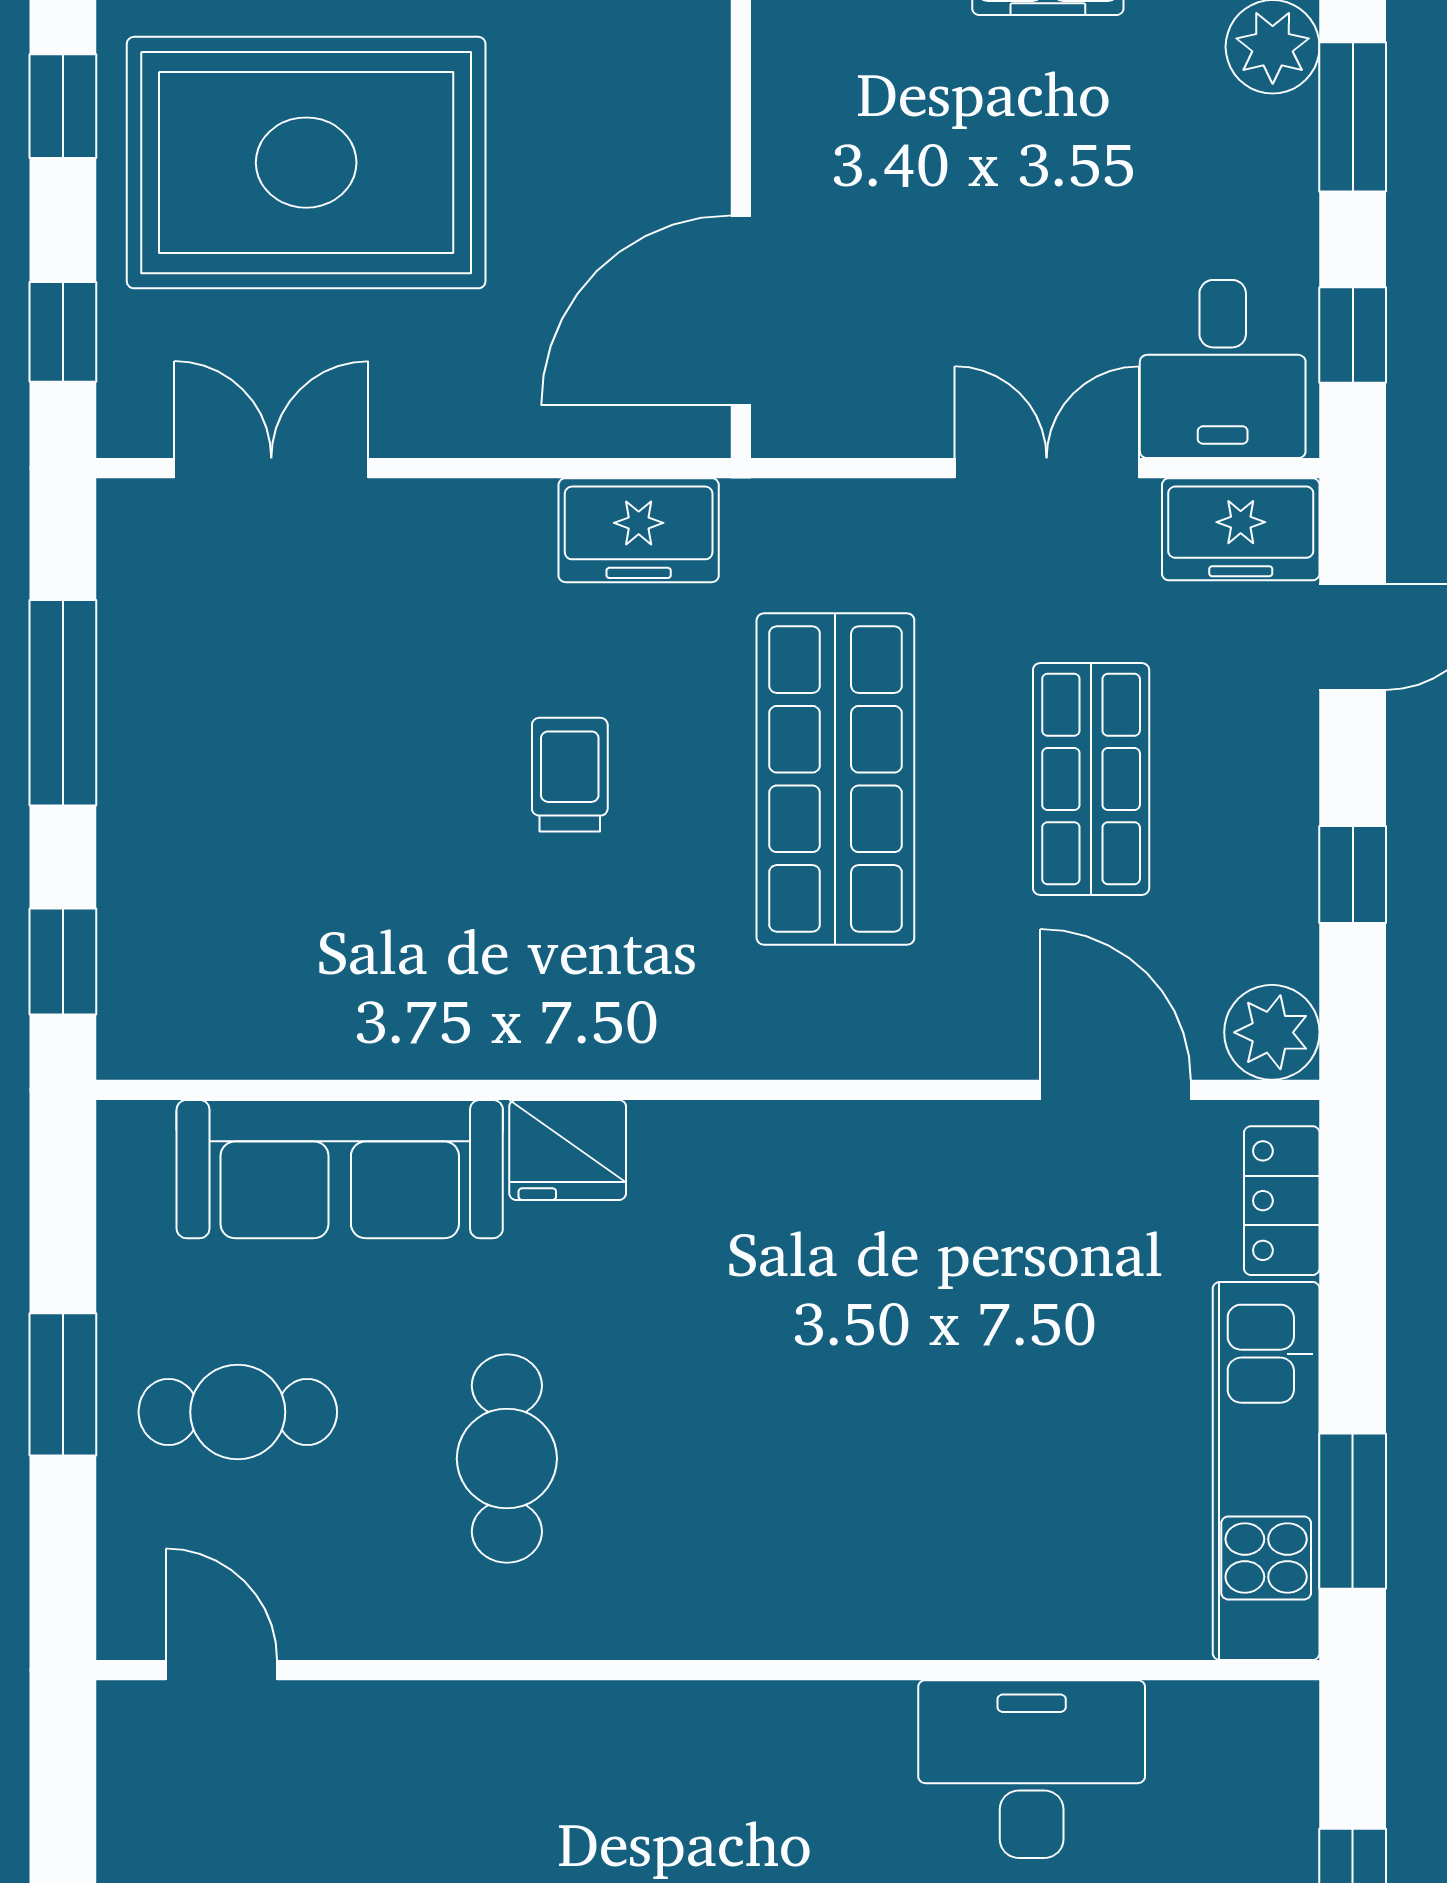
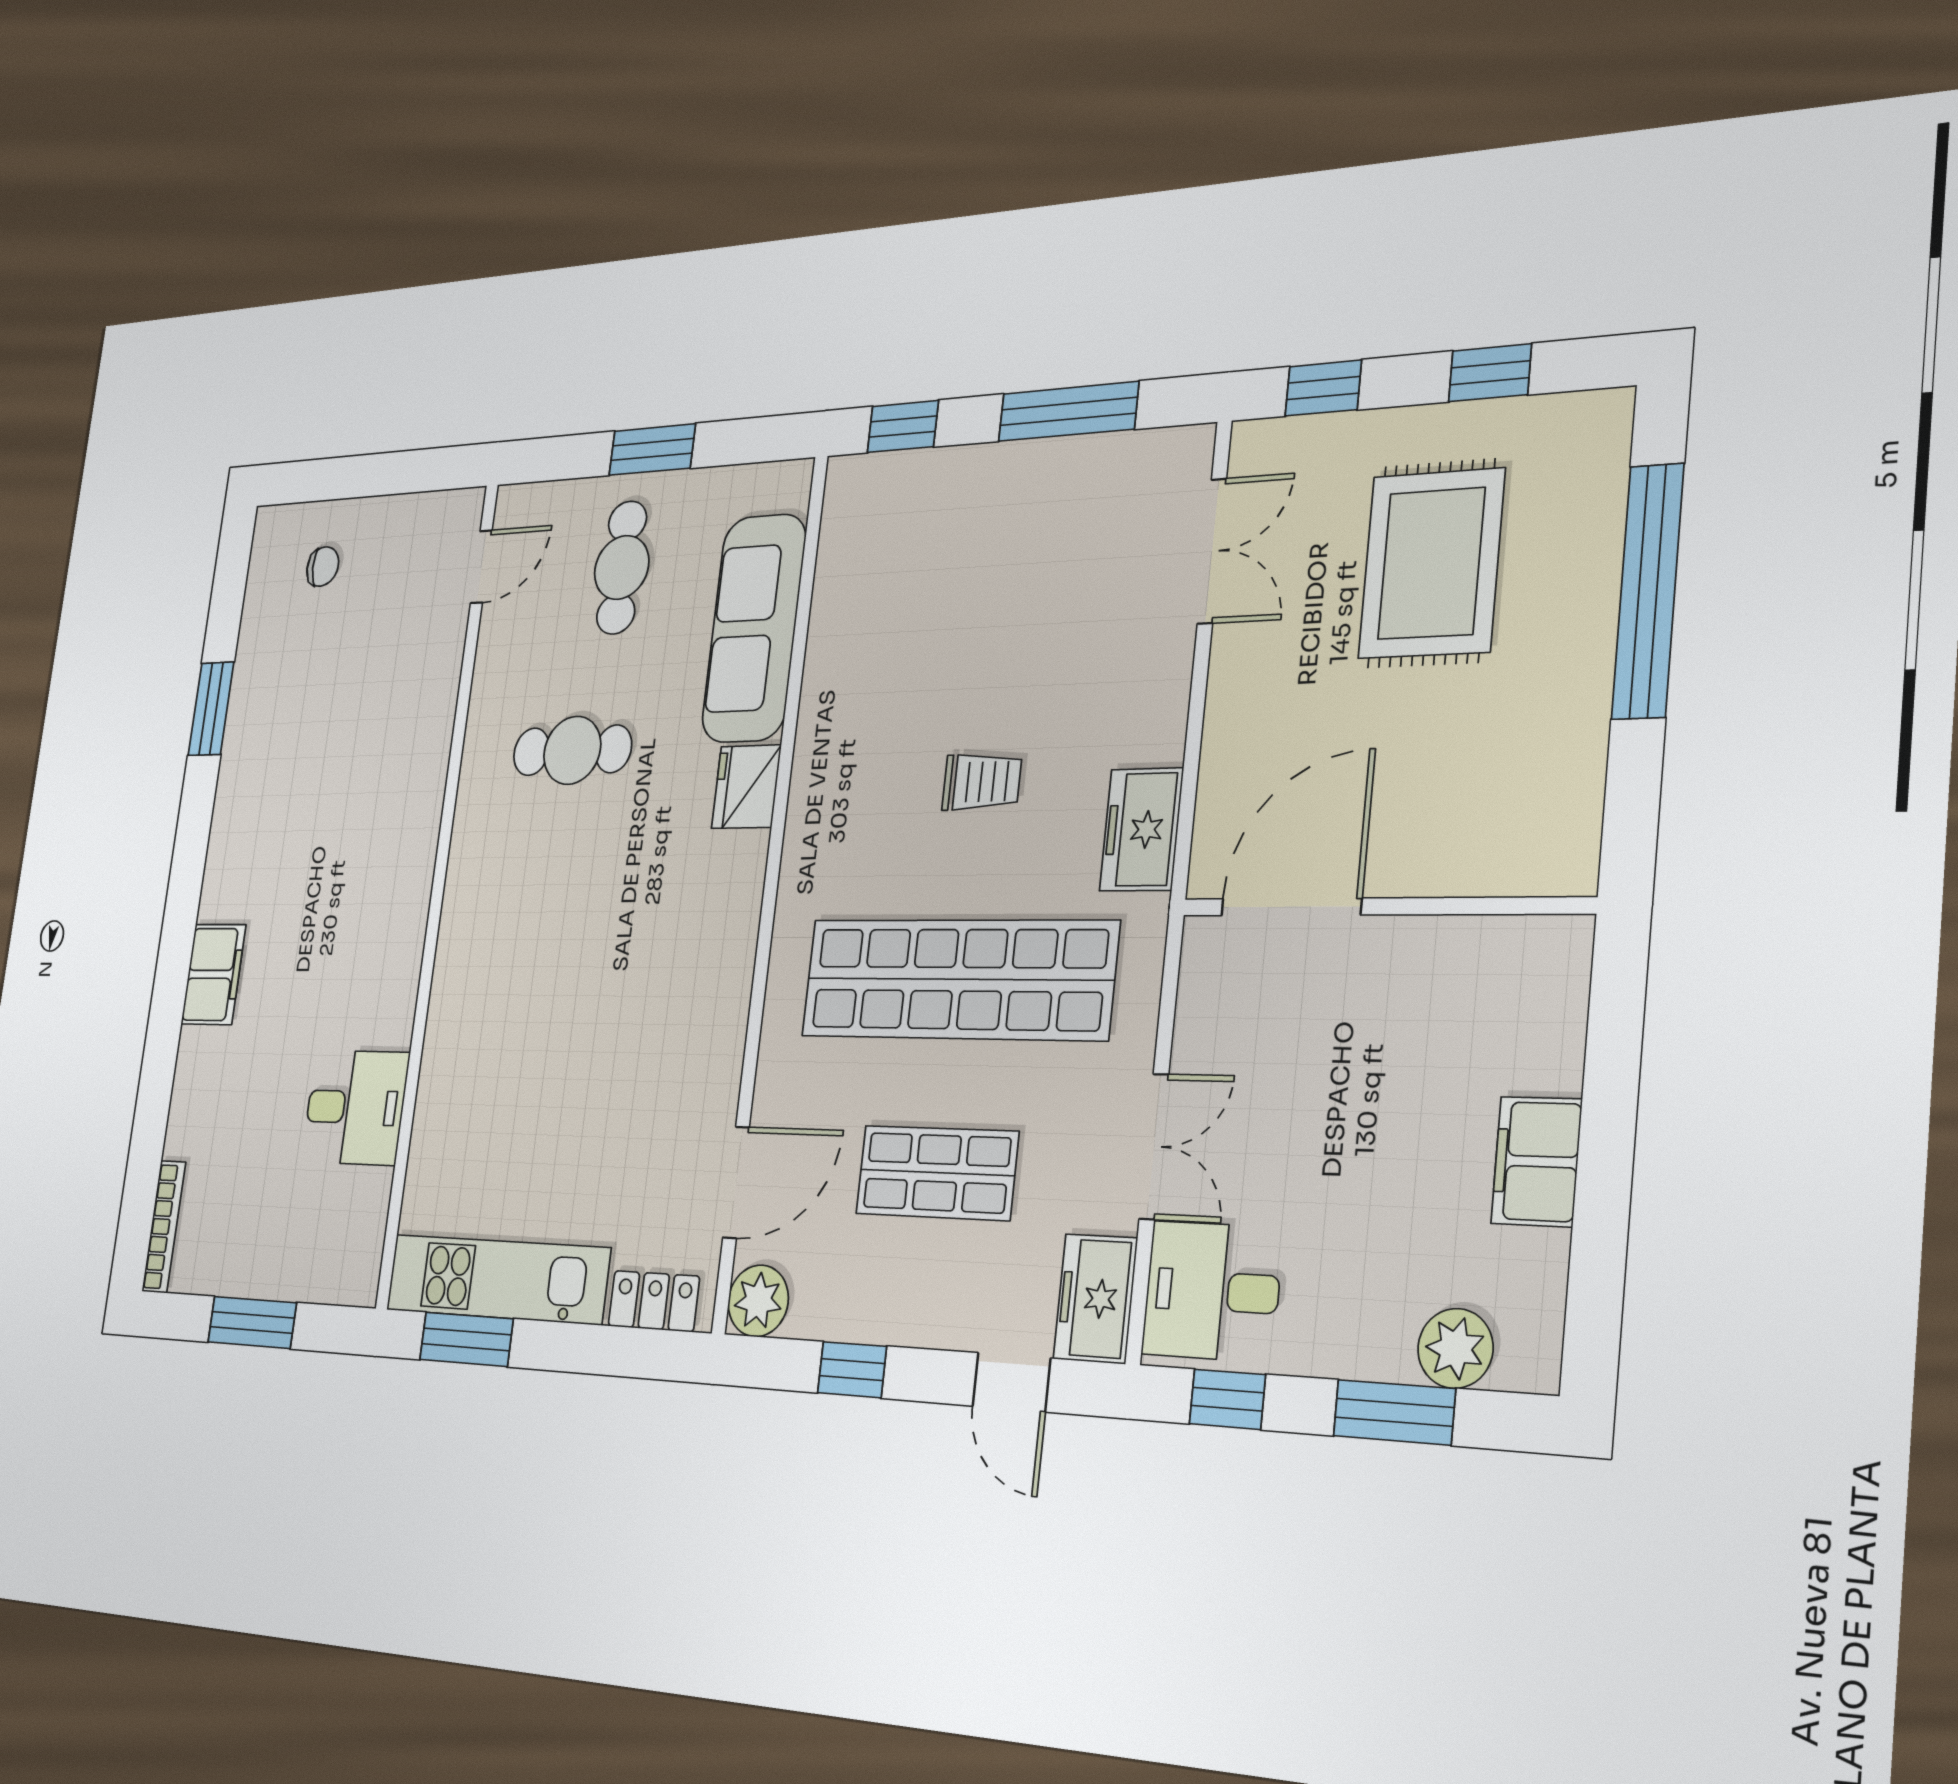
rug: (306, 163) -> (1431, 563), width x0.73, depth x0.69
door: (741, 311) -> (1291, 907), hinge flipped
shop shelf: (835, 779) -> (958, 979), width x1.40
desk: (1032, 1769) -> (355, 1107), width x0.73

